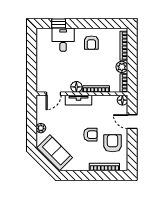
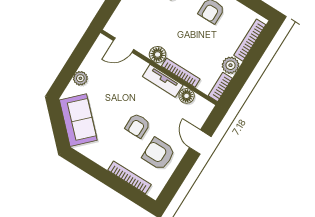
tv unit: (78, 100) -> (163, 81), moved
floor lamp: (122, 100) -> (187, 96), moved
armchair: (90, 135) -> (138, 126), turned 90
armchair: (113, 143) -> (159, 154), turned -90

